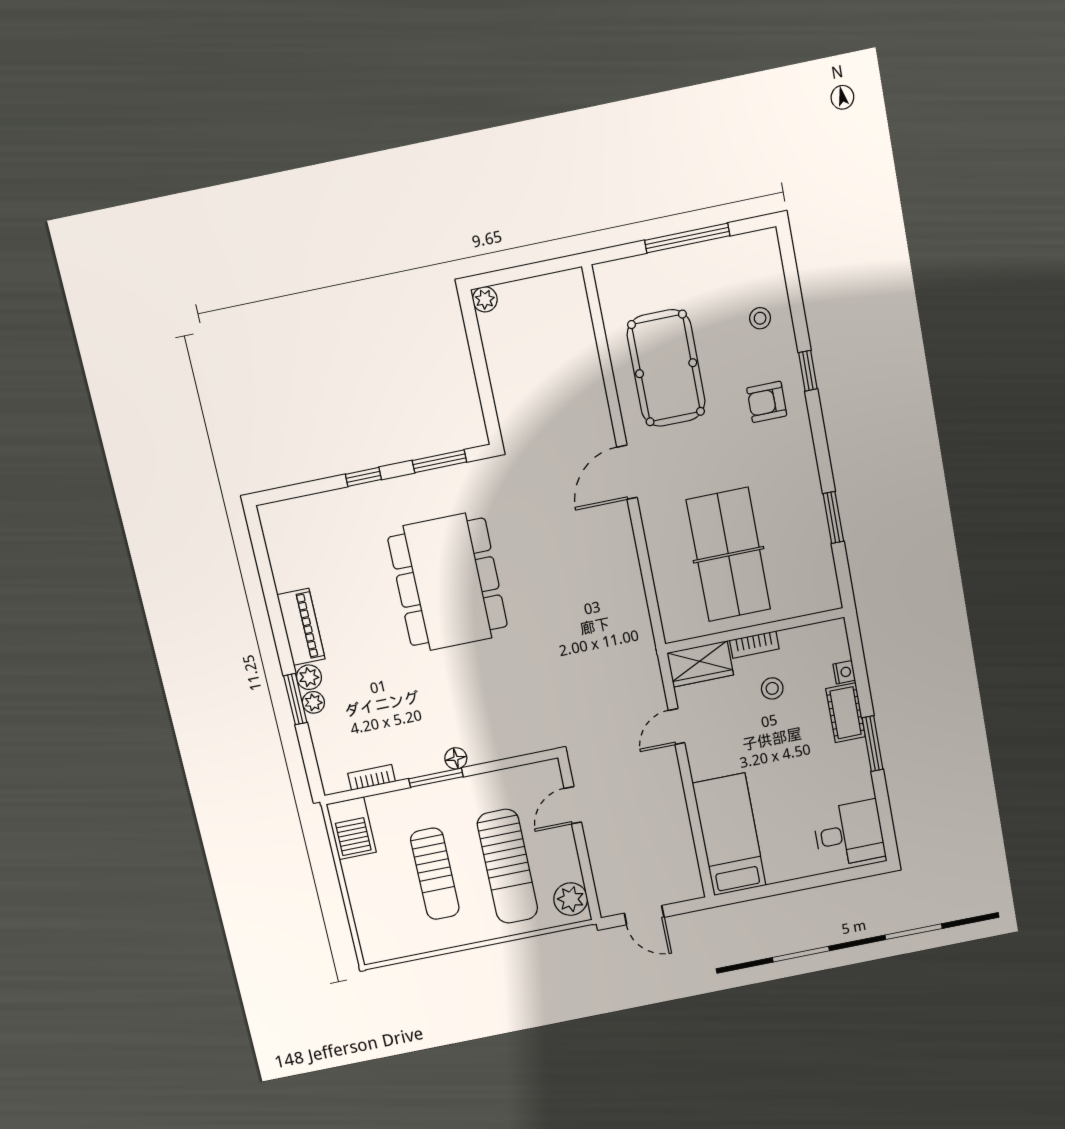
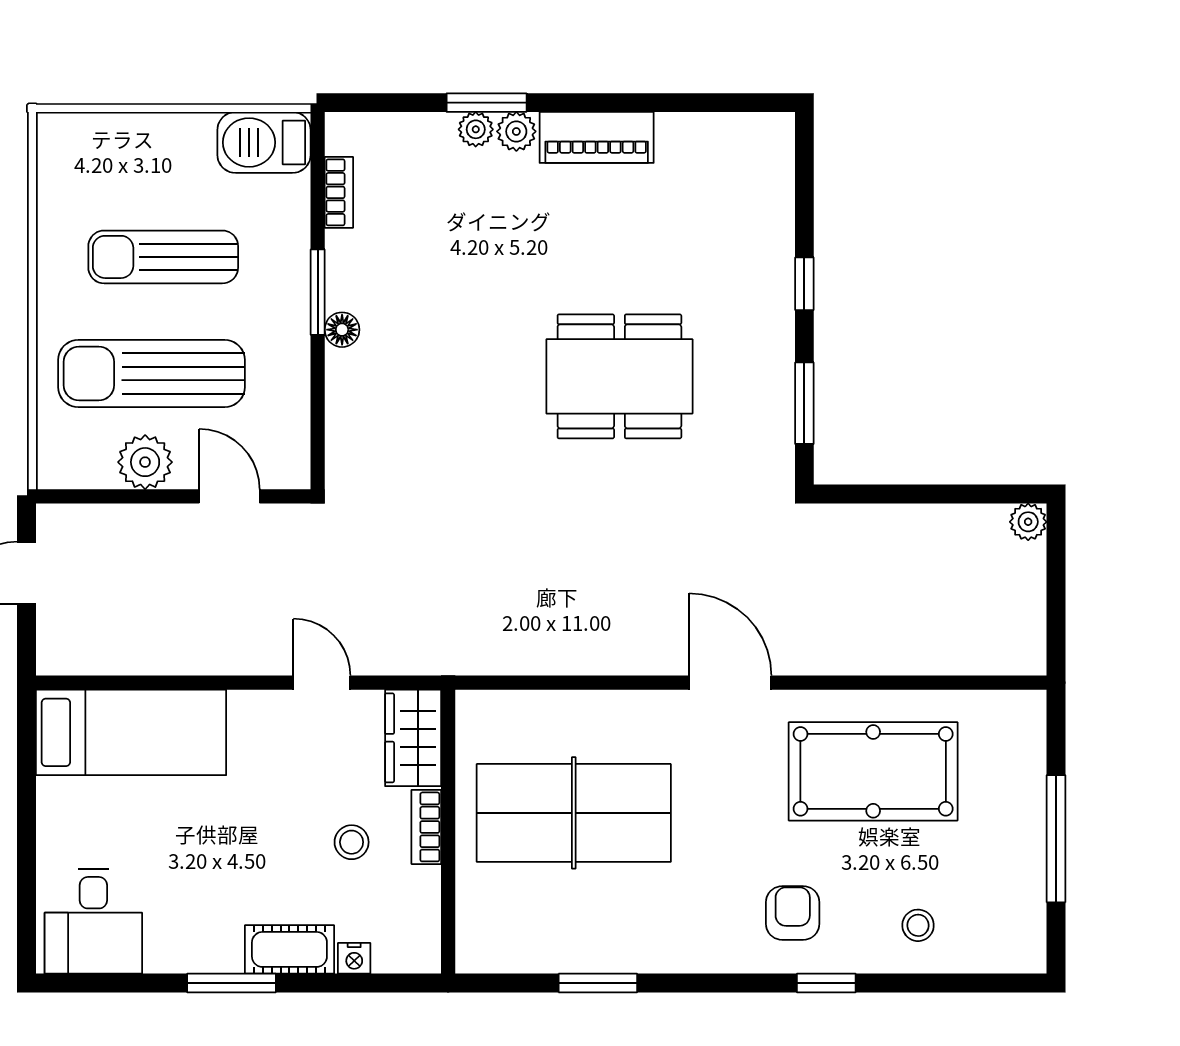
dining table: (448, 582) -> (619, 376), width x0.73, depth x0.80
plant: (571, 899) -> (145, 462), moved

